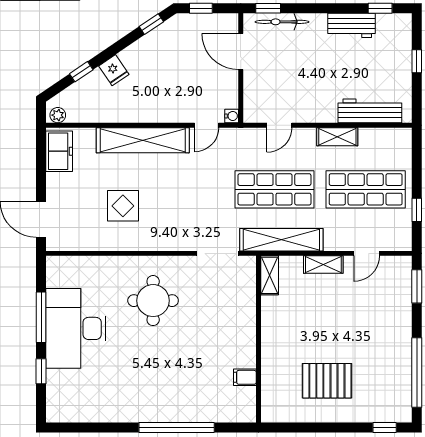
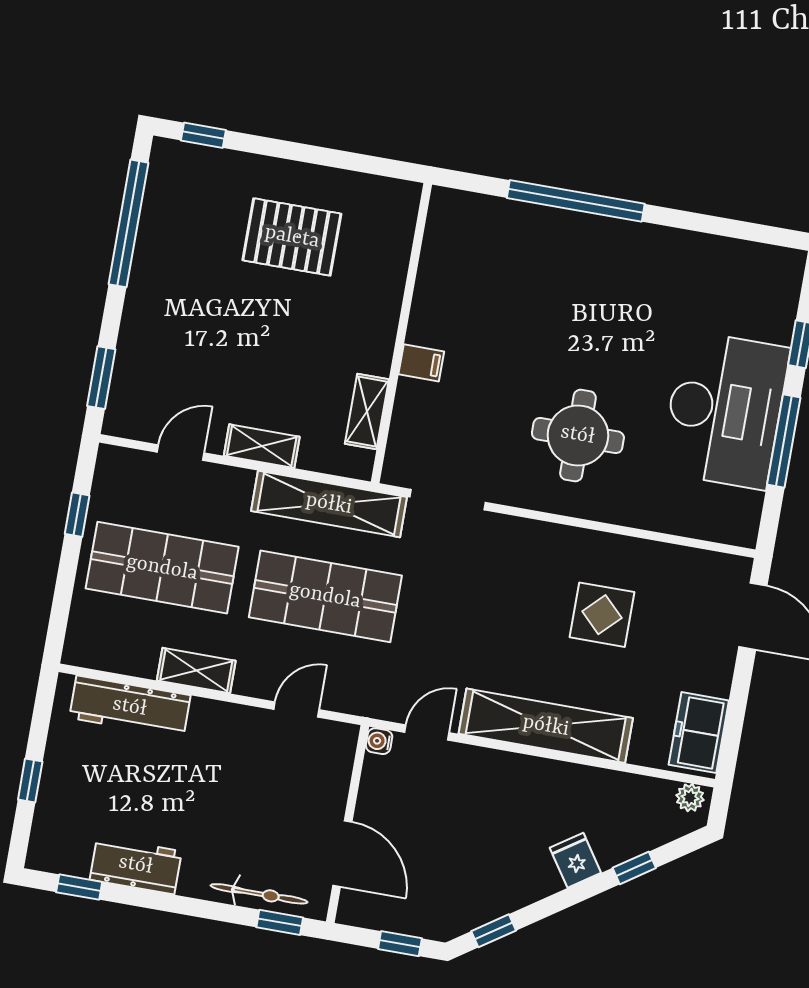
shelving: (270, 275) -> (367, 411), moved
filing cabinet: (245, 377) -> (421, 363), moved

